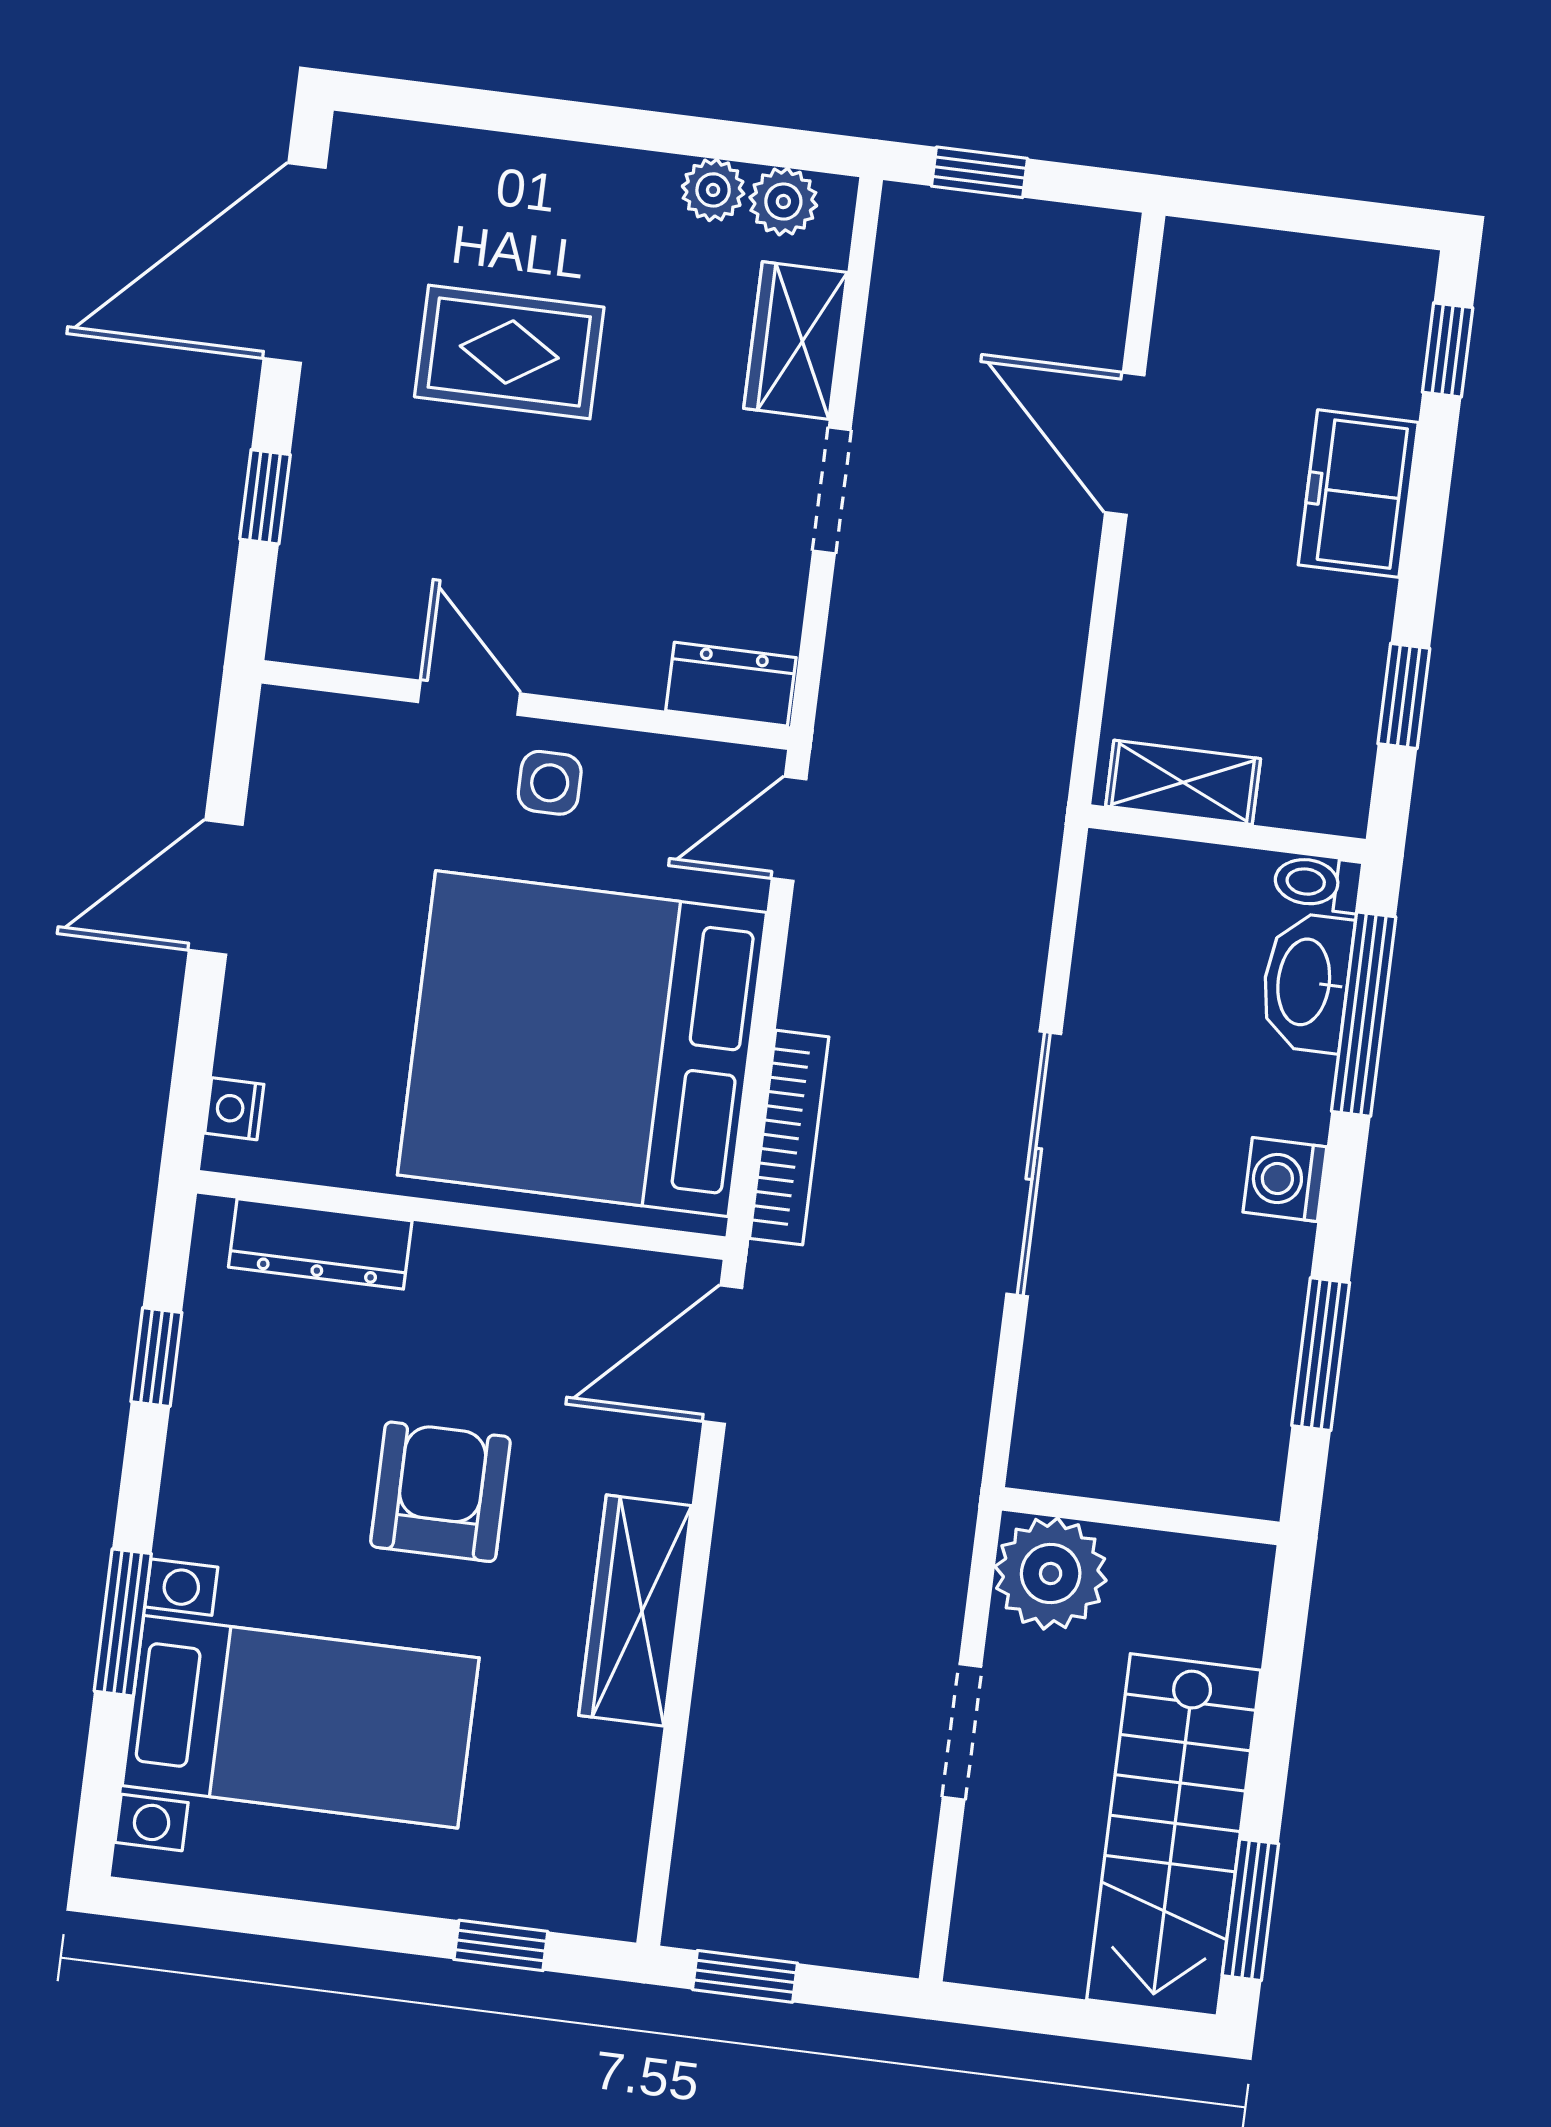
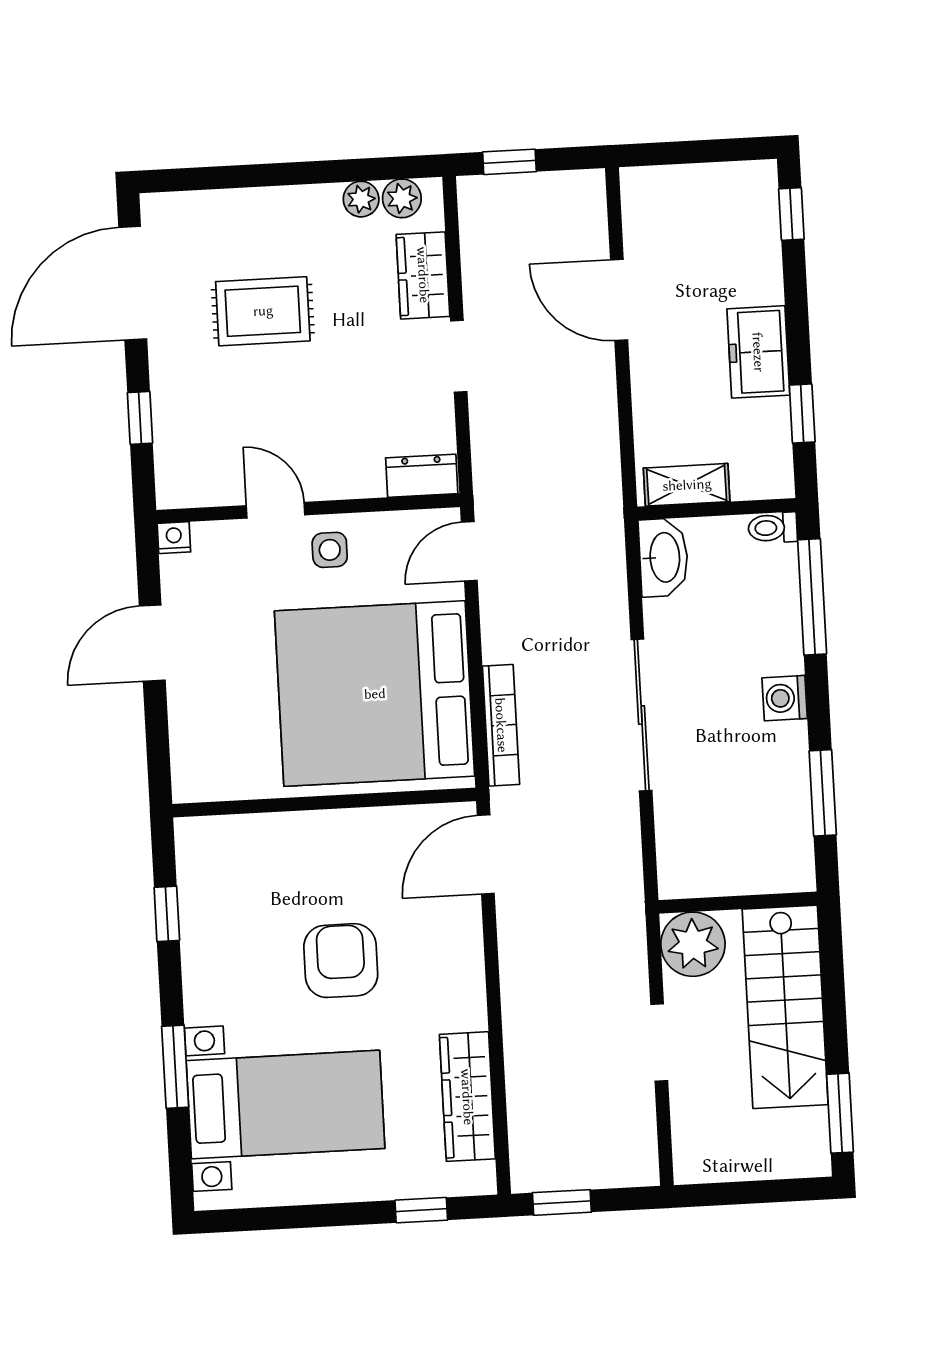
freezer: (1358, 494) -> (758, 352), moved
washbasin: (1306, 982) -> (663, 557), moved, turned 180
nightstand: (234, 1109) -> (174, 538), moved, turned 90
dresser: (320, 1244) -> (248, 833), removed
wardrobe: (635, 1610) -> (467, 1097), moved
stairs: (1174, 1835) -> (785, 1007), moved

